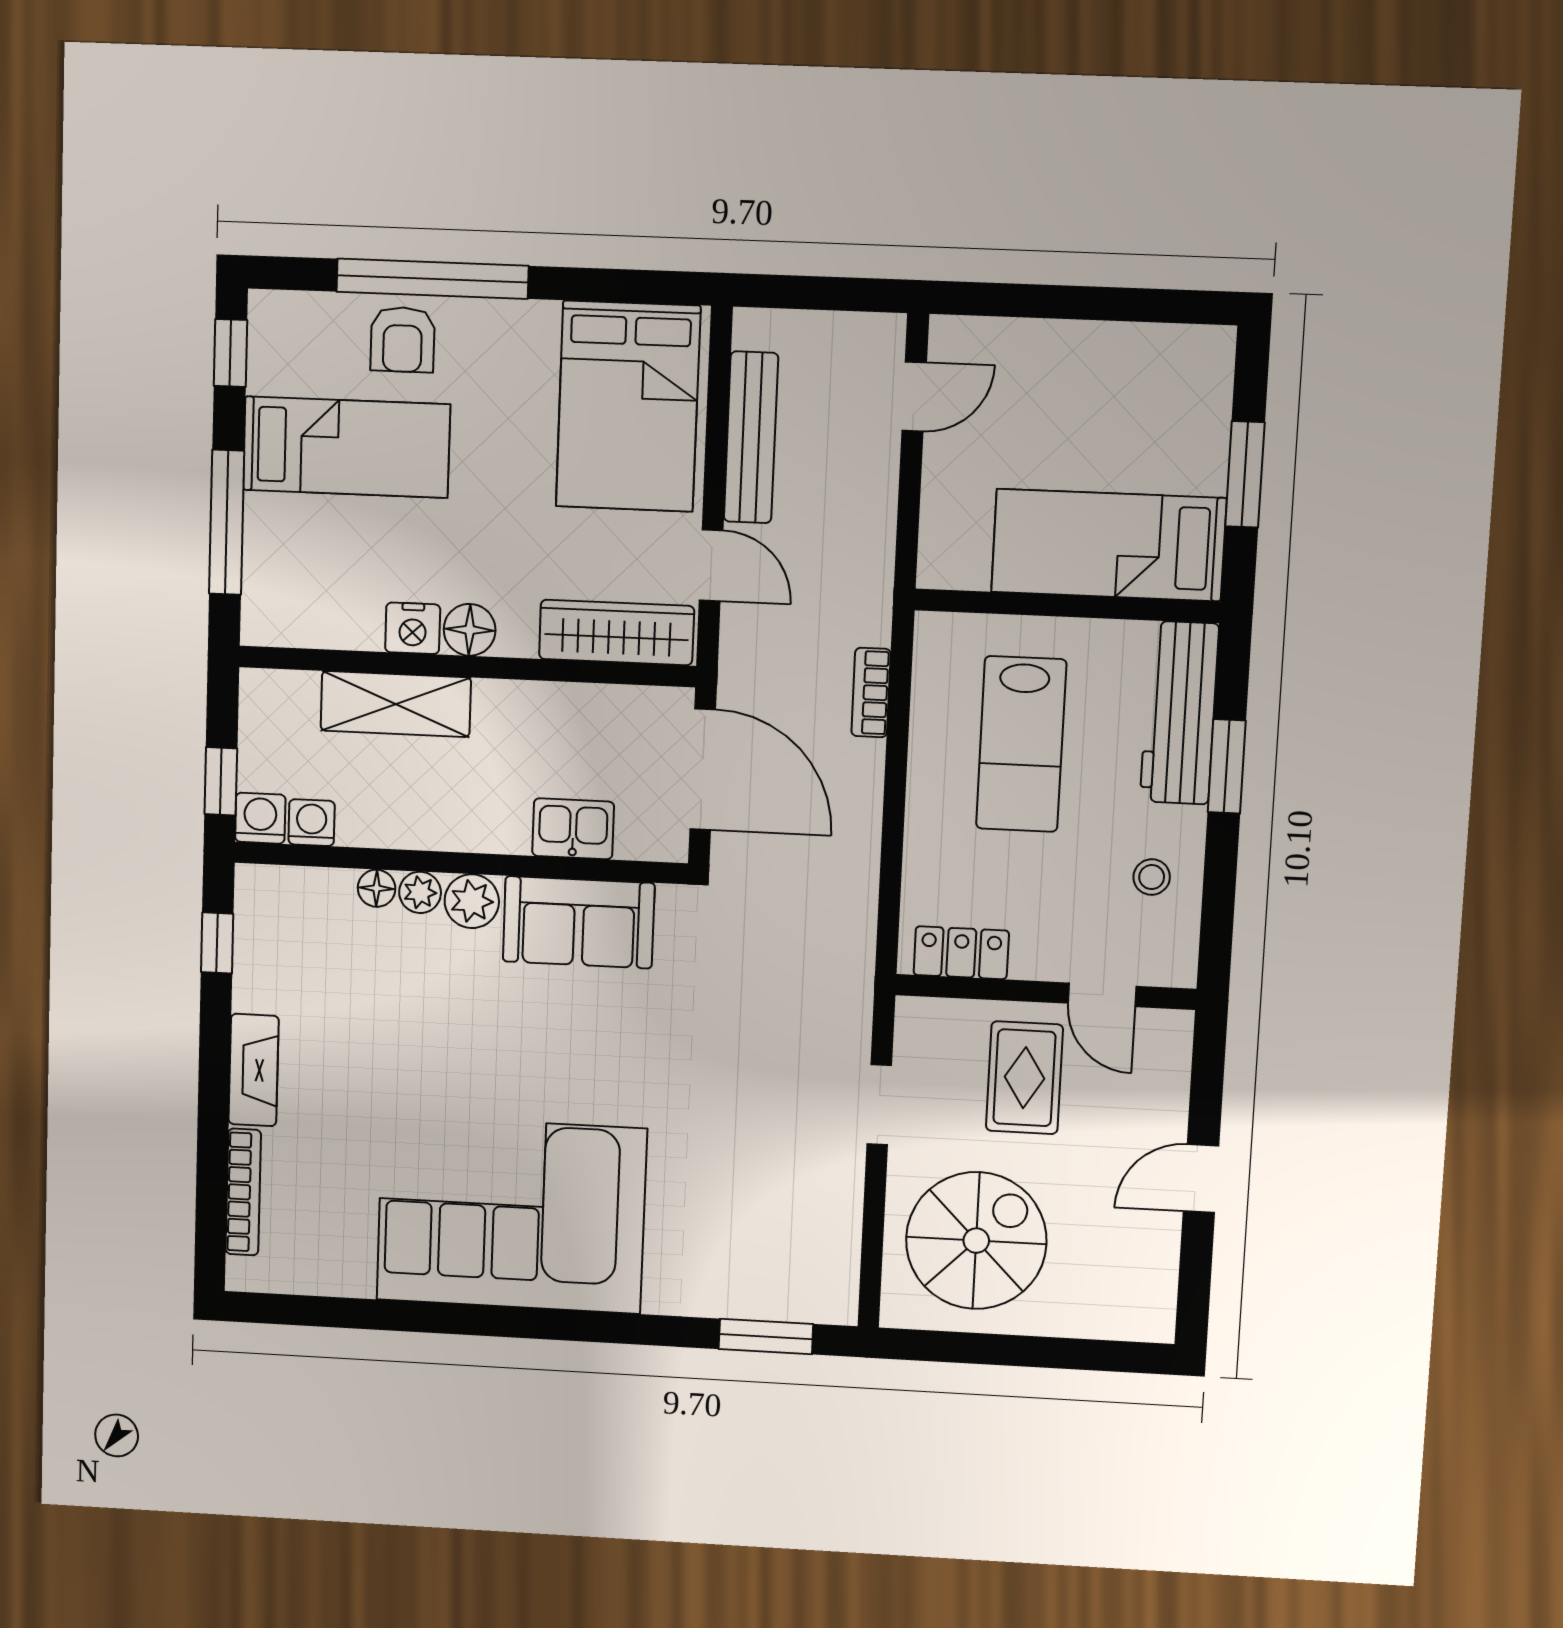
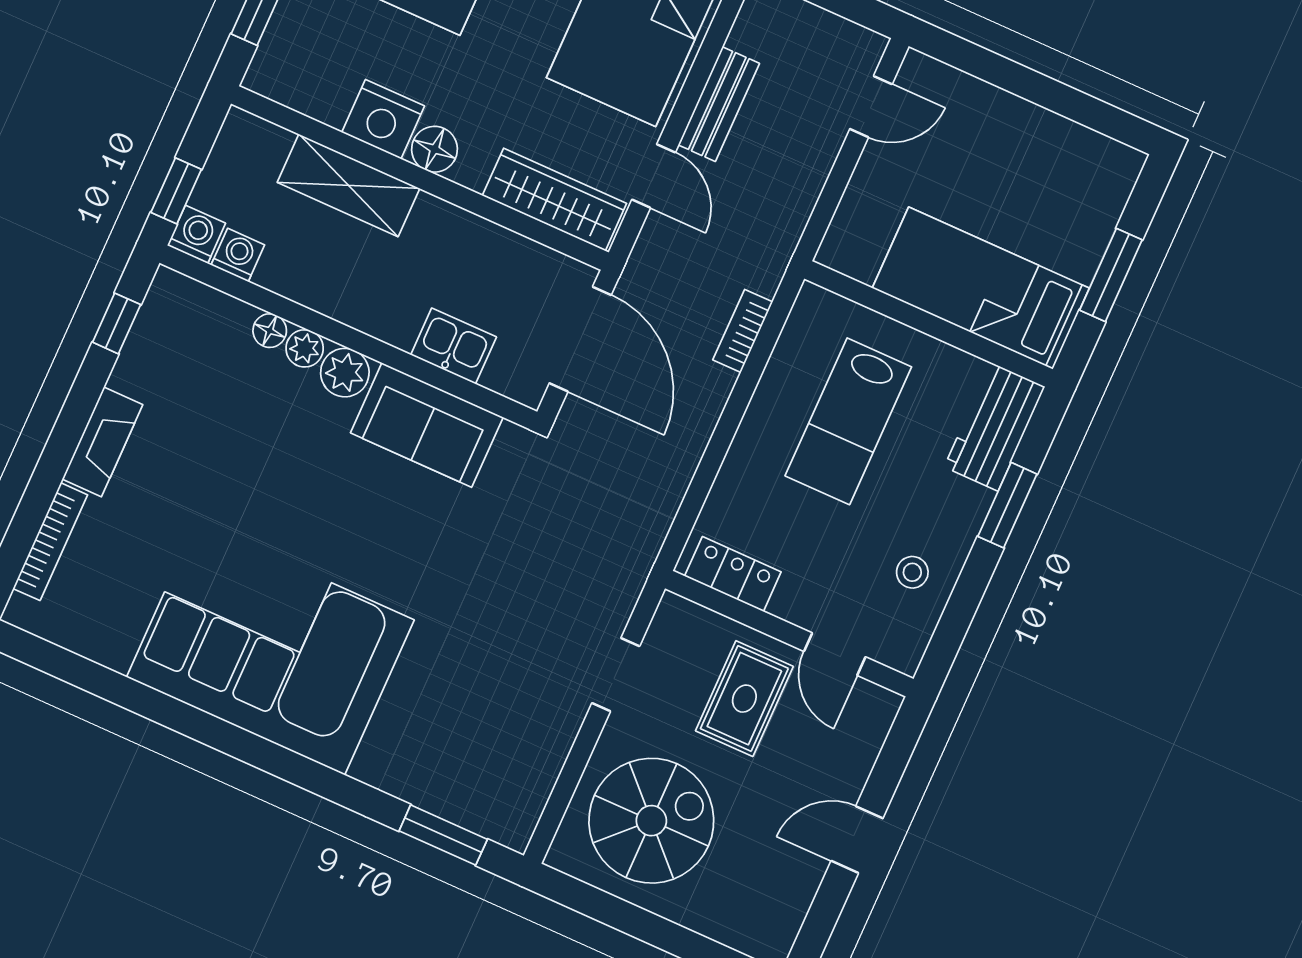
bench: (751, 437) -> (719, 104), width x0.73
nightstand: (413, 628) -> (383, 119), width x1.36, depth x1.33
workbench: (1179, 713) -> (995, 427), width x0.73

